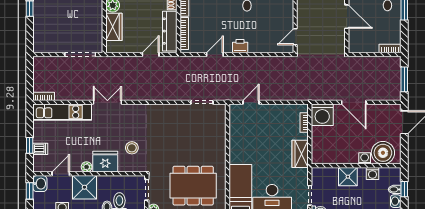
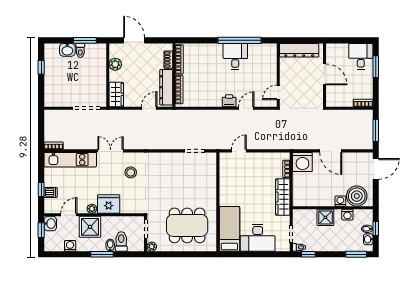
wardrobe: (114, 27) -> (116, 94), moved
door: (215, 54) -> (246, 108), moved
stool: (132, 148) -> (131, 172), moved
wardrobe: (300, 154) -> (283, 197), width x1.50

